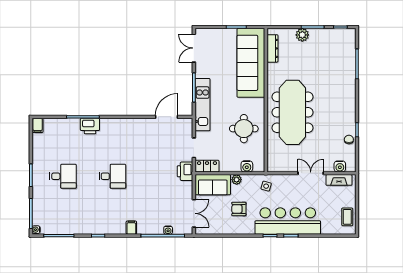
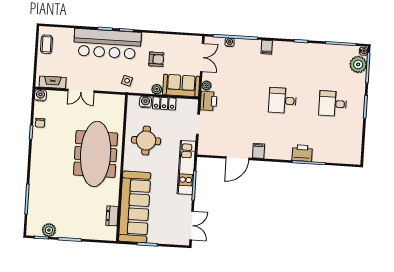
plant: (302, 35) -> (49, 230), moved
dresser: (272, 48) -> (112, 216), width x0.70
door: (167, 117) -> (237, 158), moved
filing cabinet: (38, 125) -> (259, 151), moved
locker: (207, 166) -> (164, 103), moved
water cooler: (340, 166) -> (40, 95), moved
plant: (188, 186) -> (206, 85), added
double door: (194, 213) -> (202, 58), swing flipped
plant: (41, 216) -> (358, 64), added

